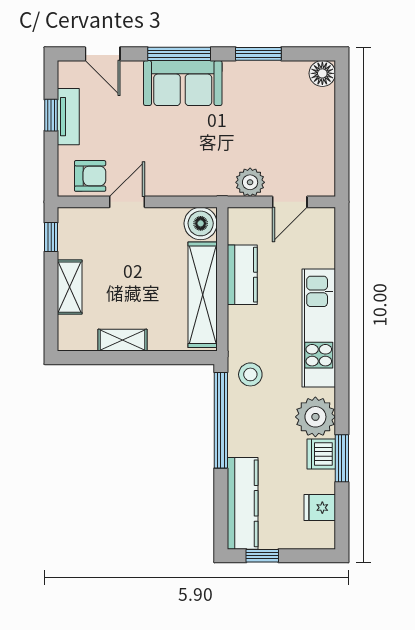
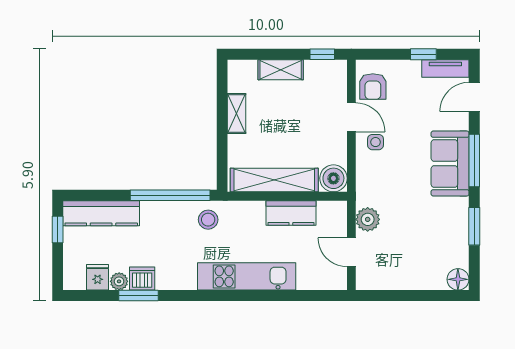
tv unit: (68, 117) -> (445, 68), moved
side table: (157, 173) -> (376, 142), added
plant: (315, 417) -> (119, 281), moved, width x0.53, depth x0.53

